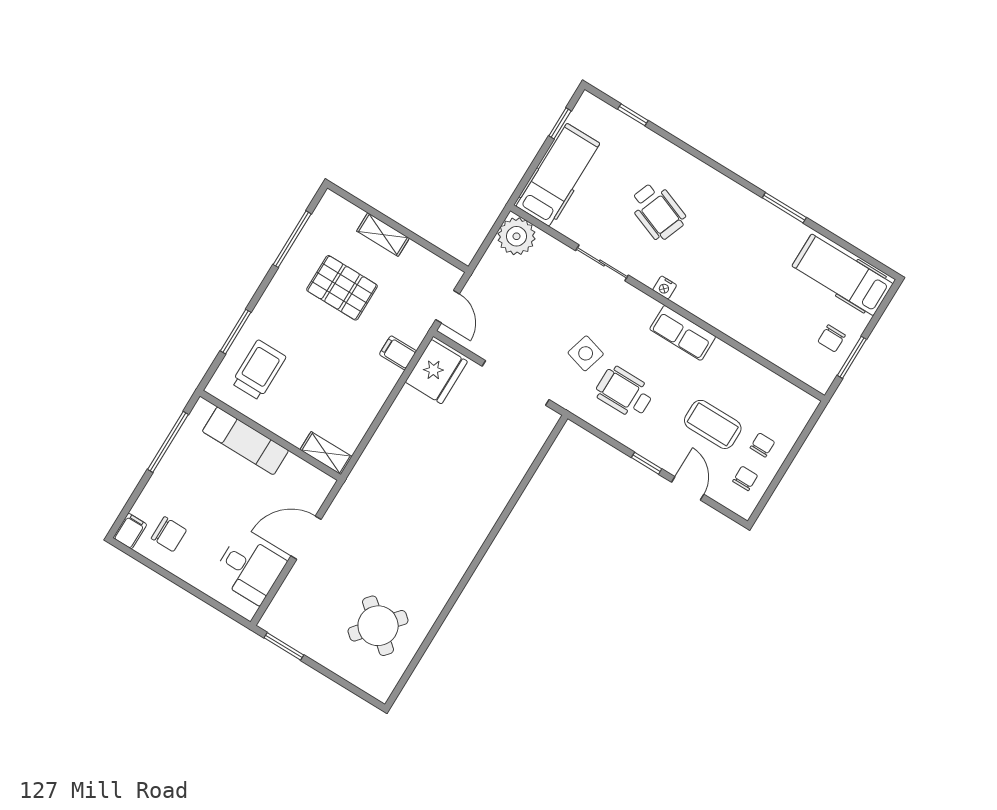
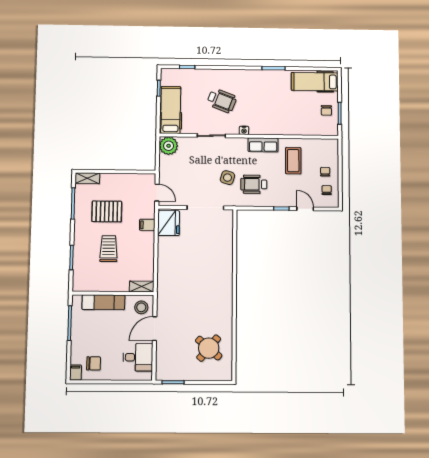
shelving: (383, 235) -> (87, 178), moved
trolley: (259, 370) -> (109, 249), moved
coffee table: (713, 424) -> (293, 161), moved, turned 90
stool: (305, 488) -> (141, 307), added

